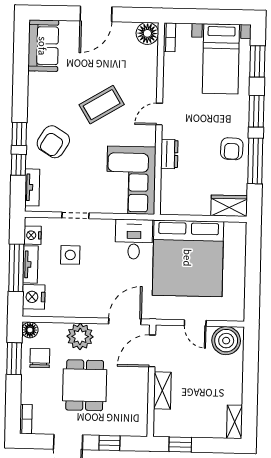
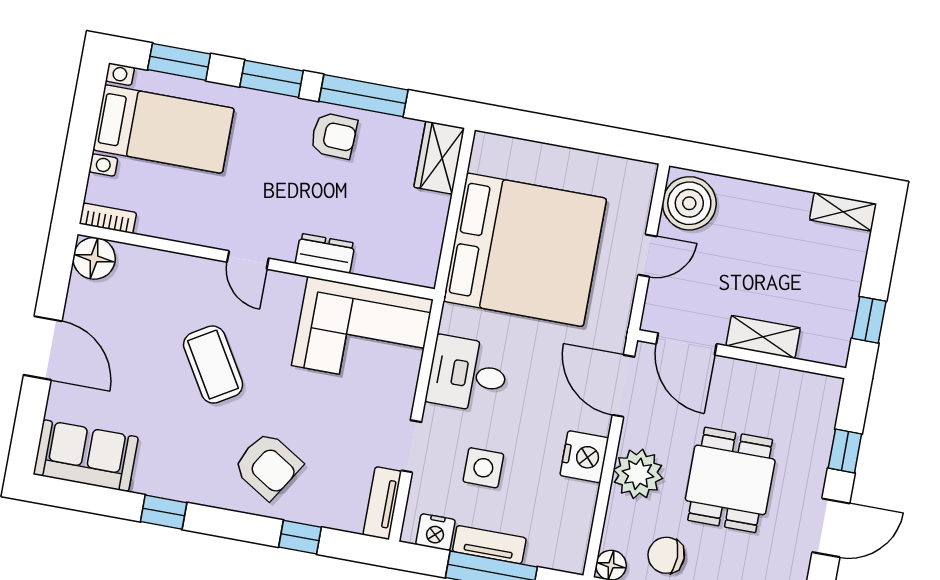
window: (19, 134) -> (164, 512), moved
tv unit: (32, 187) -> (382, 503), moved, turned -90
desk: (134, 239) -> (468, 374), moved
nightstand: (34, 297) -> (584, 457), moved, turned -90
dining table: (85, 385) -> (730, 480), turned 90

